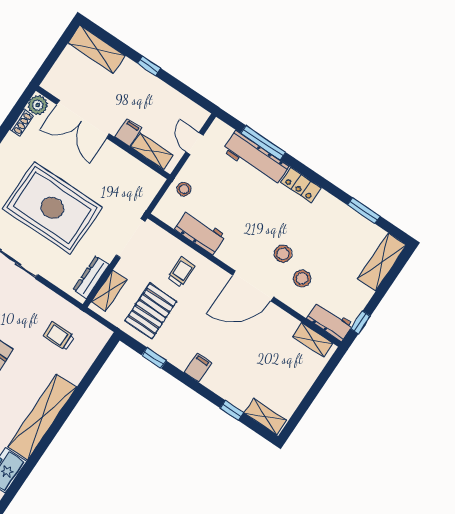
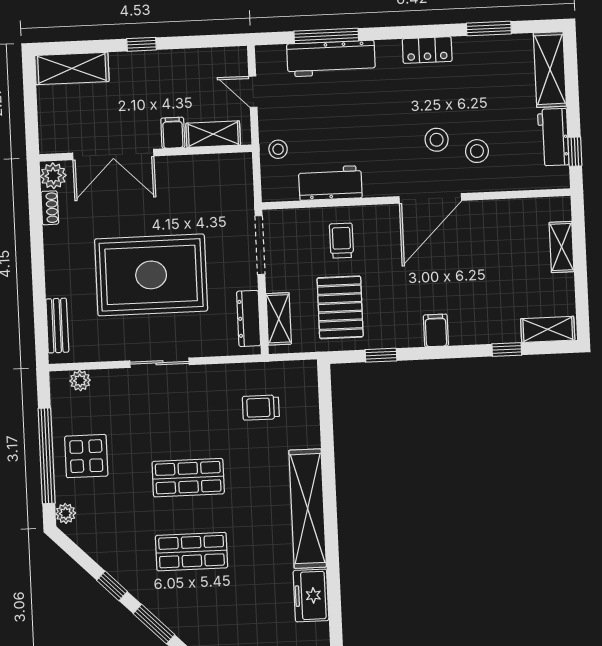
locker: (301, 185) -> (427, 50), moved
workbench: (330, 321) -> (553, 137), moved, turned -90
shelving: (313, 340) -> (562, 247), moved, turned 90

